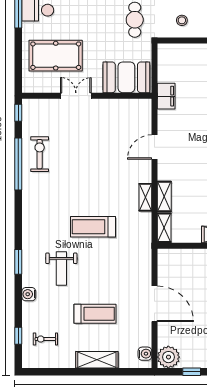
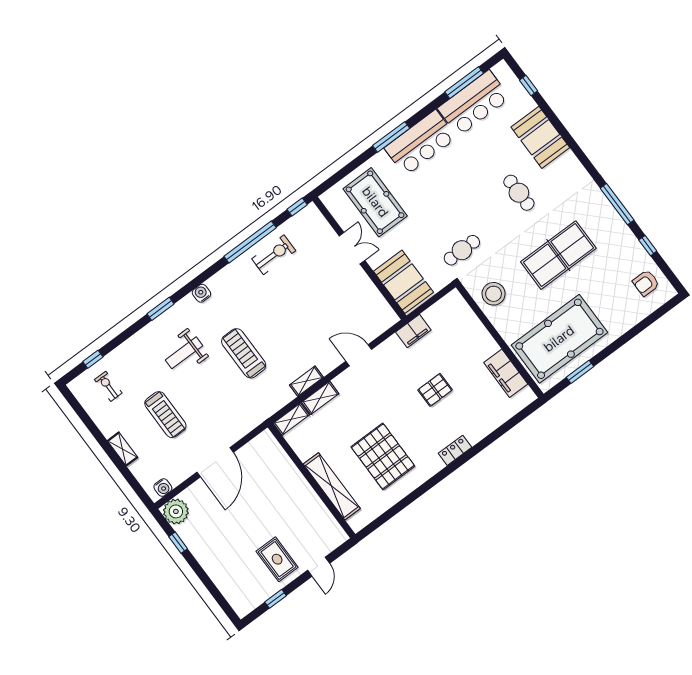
stool: (182, 20) -> (494, 294), width x1.89, depth x1.89
water cooler: (29, 294) -> (201, 293), moved
shelving: (97, 360) -> (123, 449), width x0.67, depth x0.75

